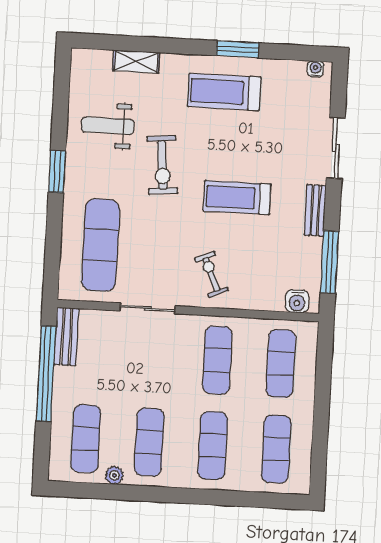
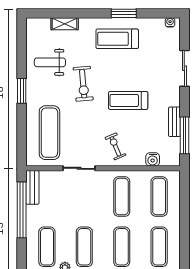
bench: (315, 210) -> (174, 122), moved
water cooler: (297, 301) -> (153, 159), moved

